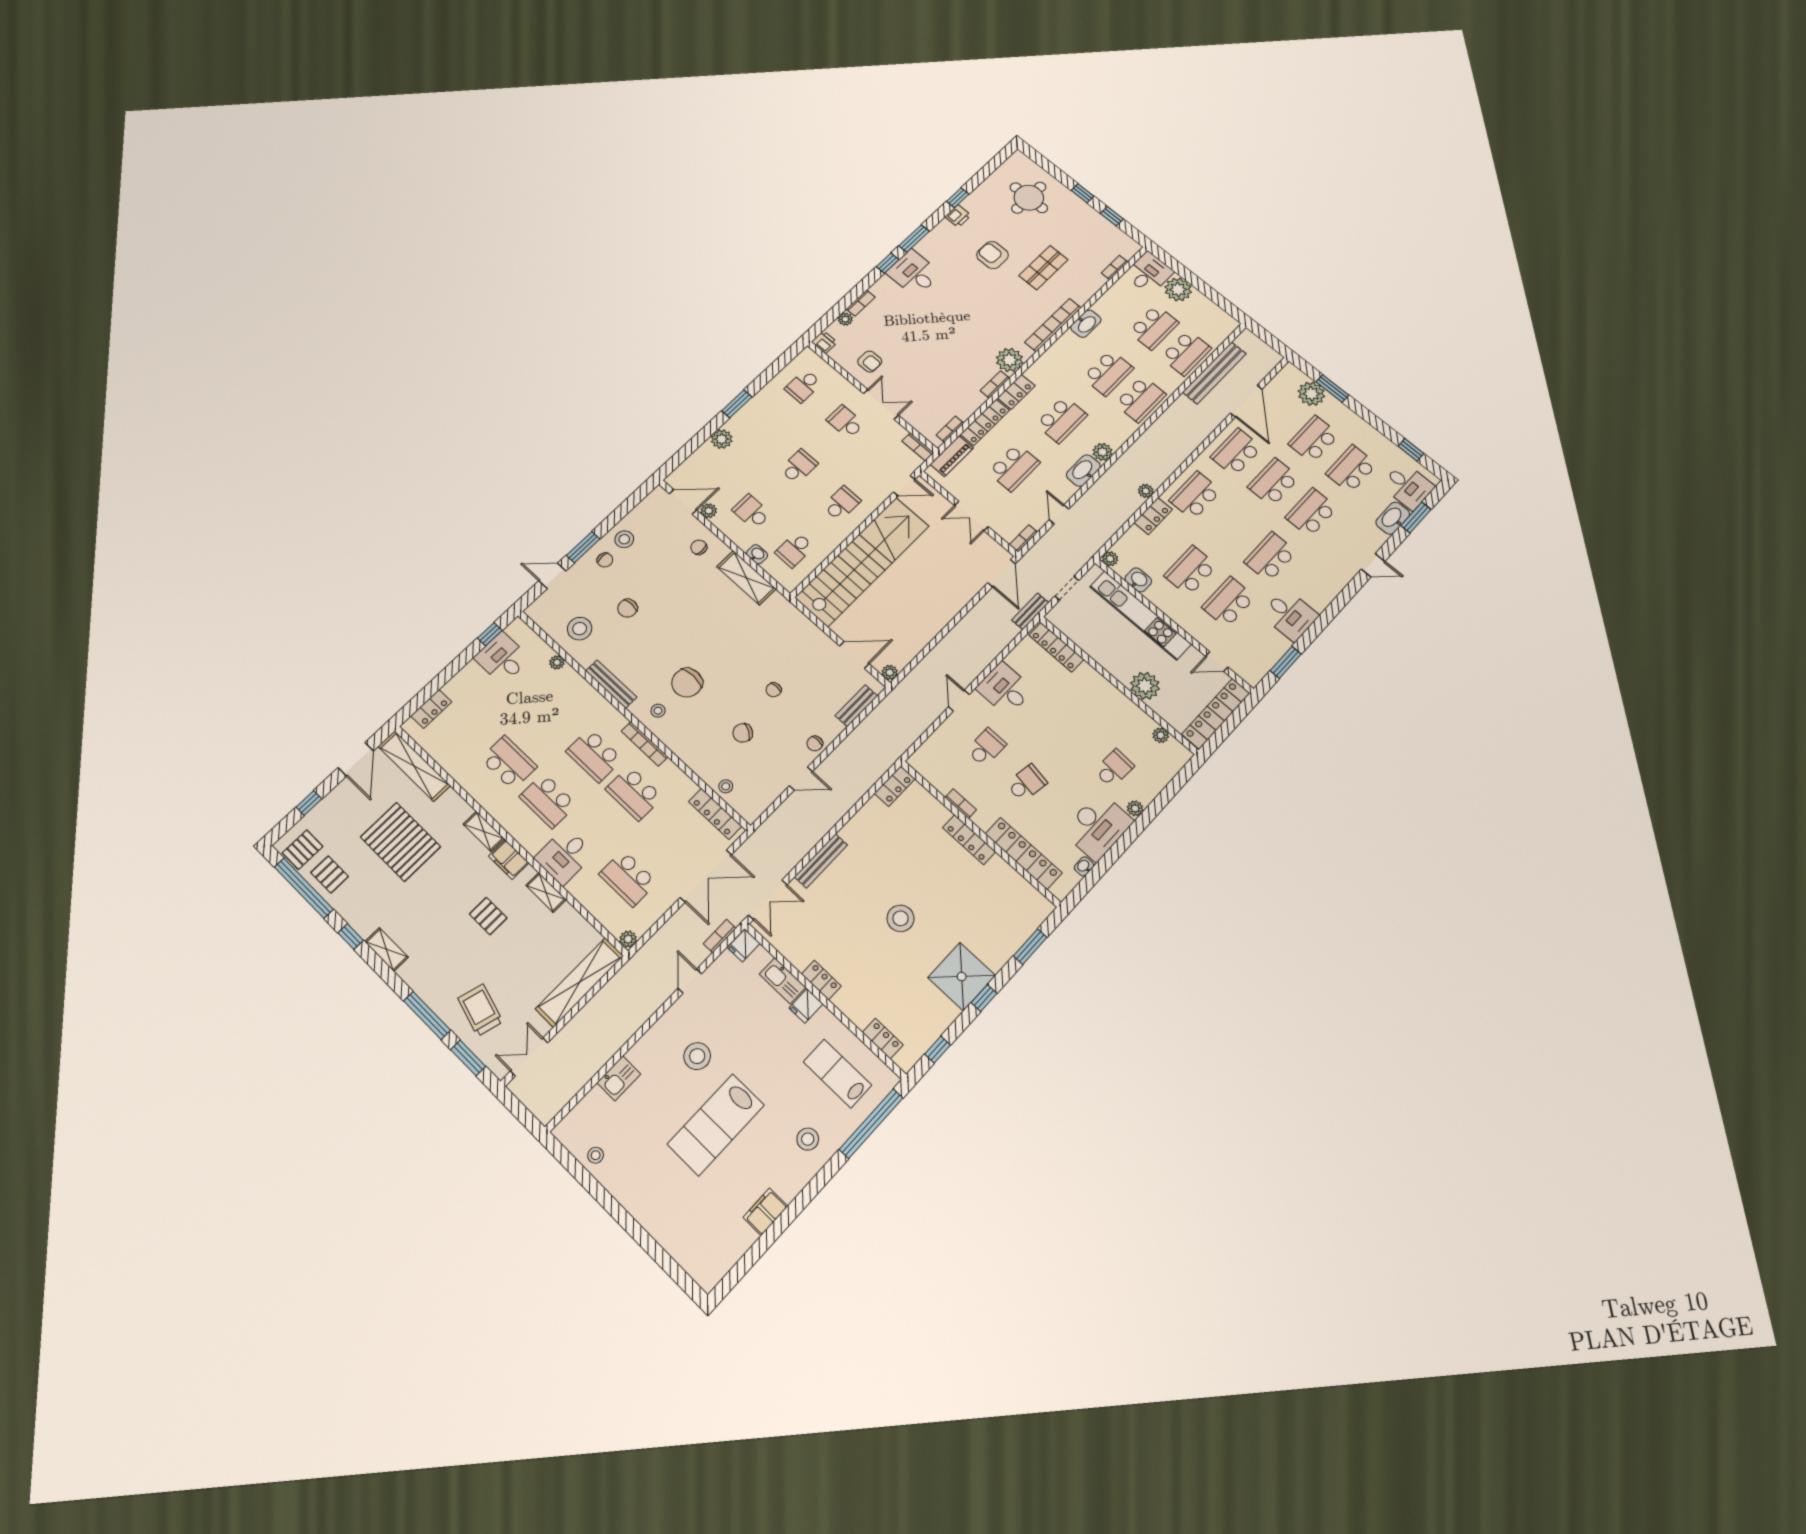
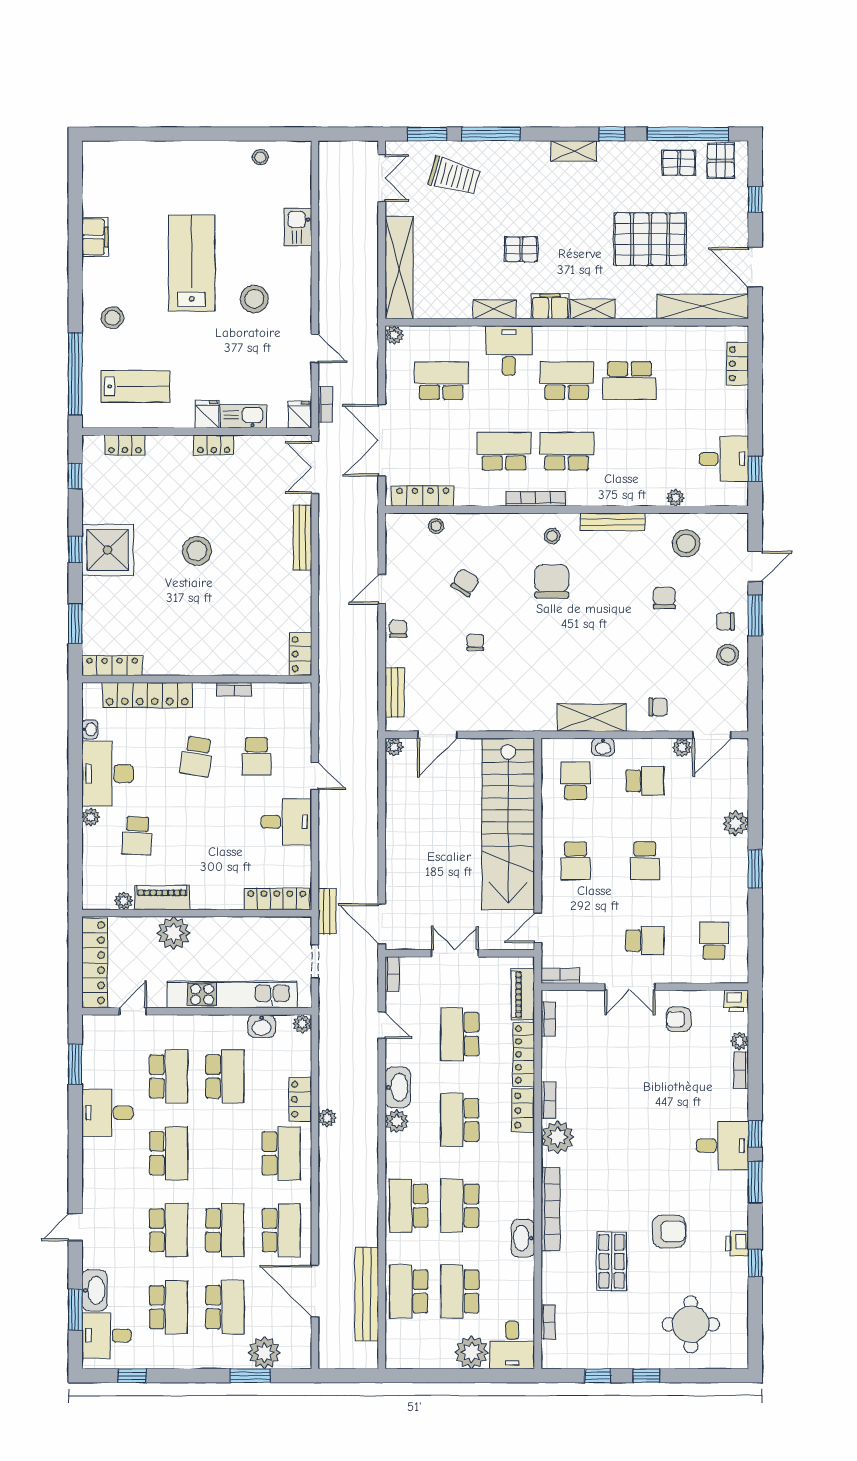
piano: (1133, 715) -> (162, 897), added
locker: (969, 840) -> (112, 666), moved

